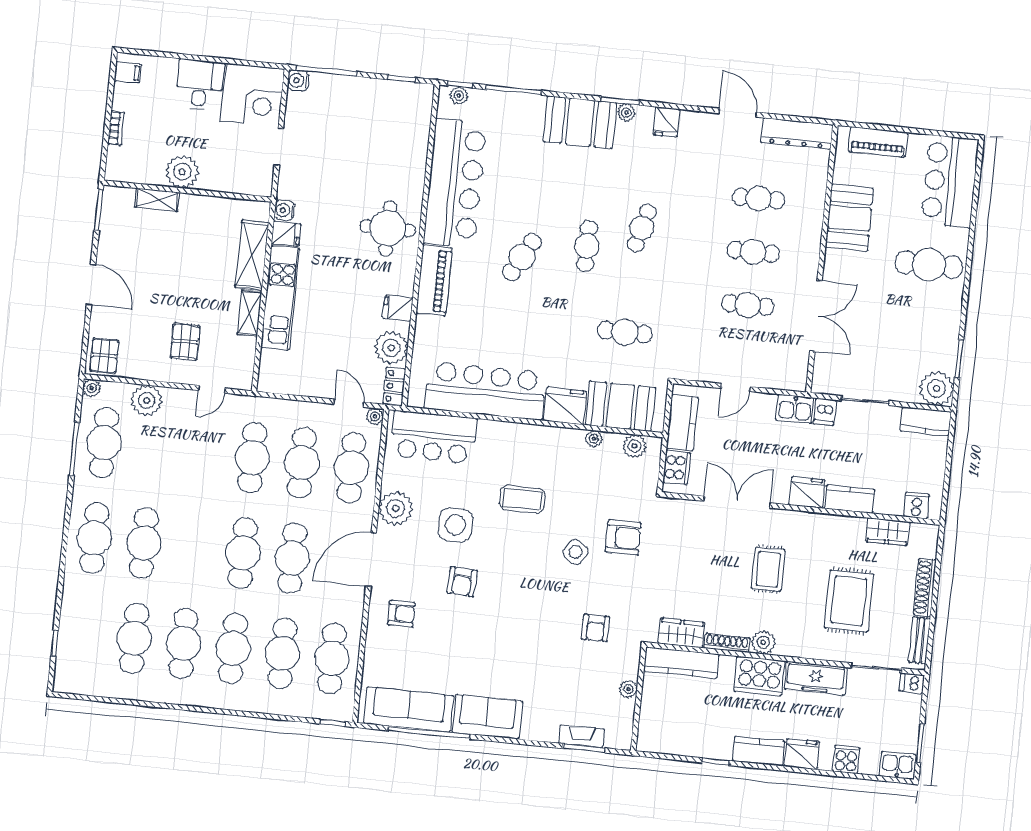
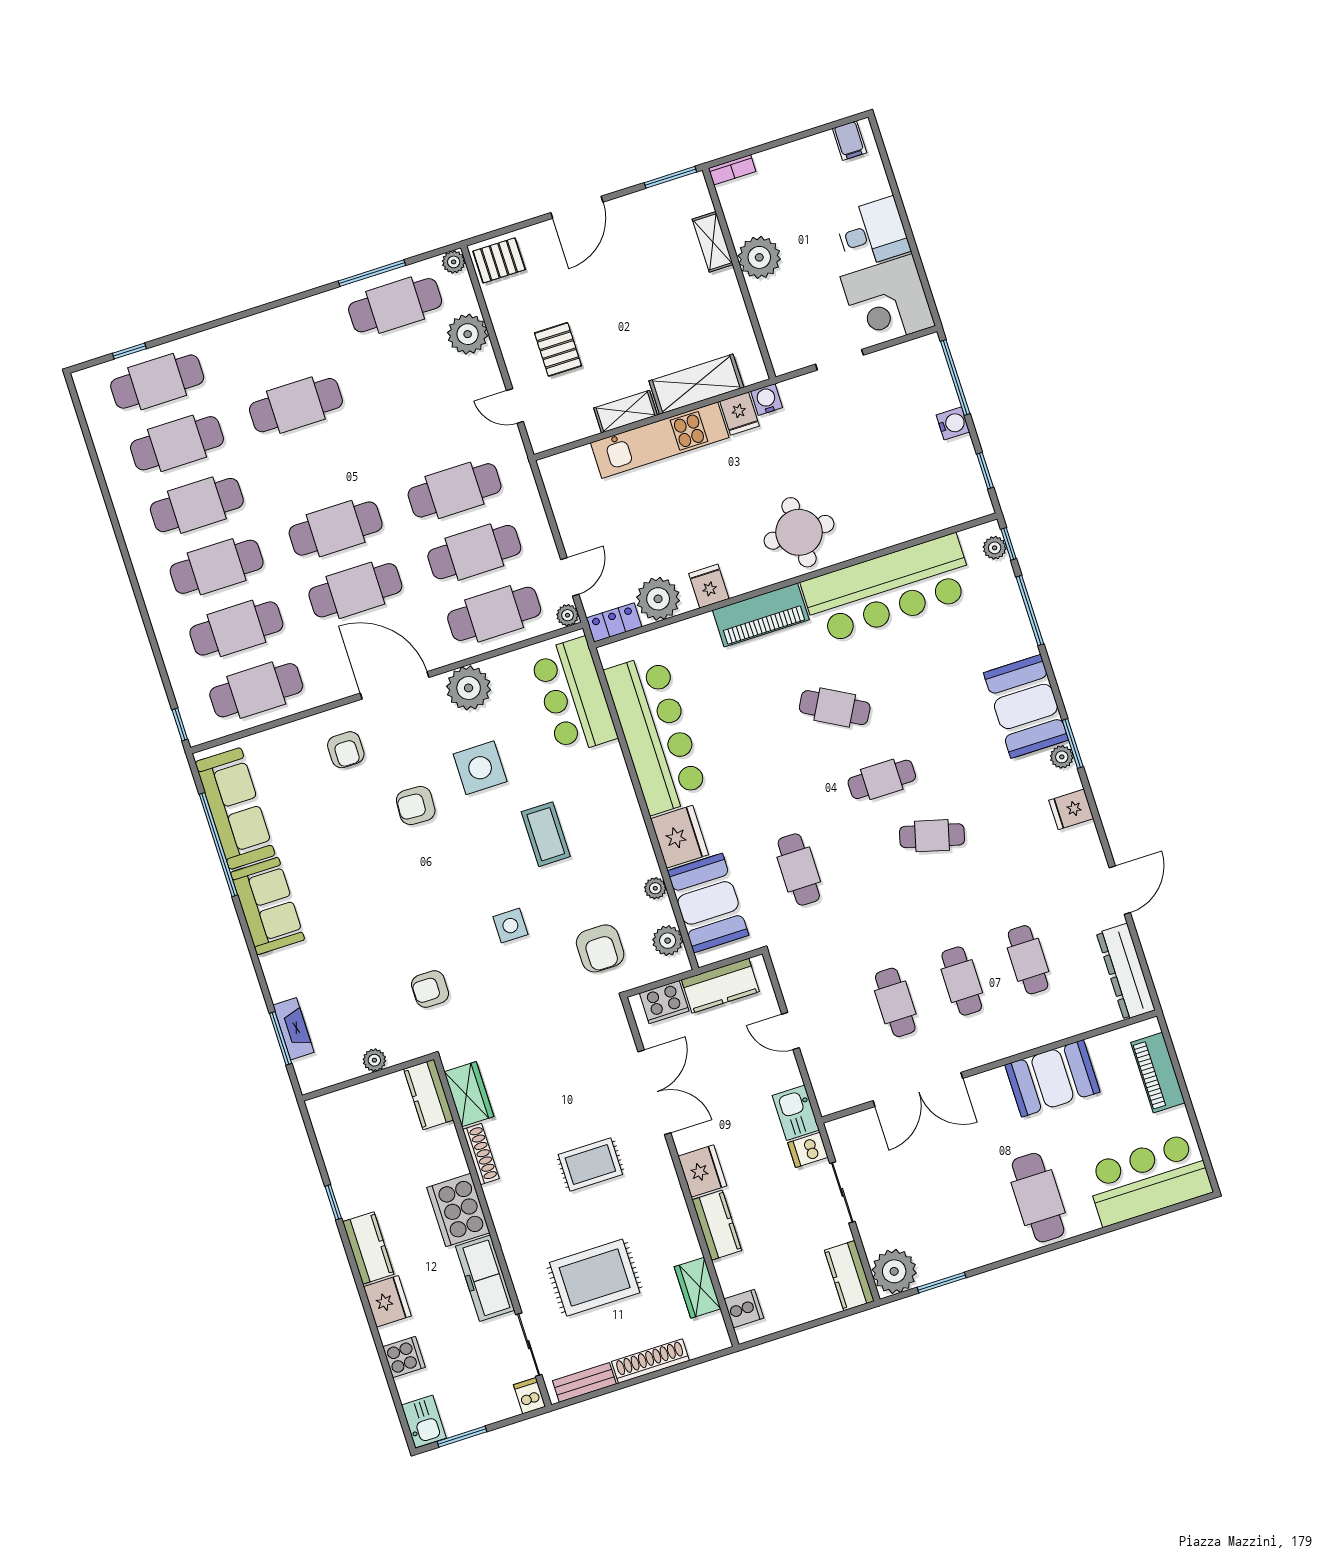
water cooler: (298, 81) -> (953, 423), moved, turned 90
bookcase: (116, 128) -> (732, 170), moved
pallet: (185, 342) -> (558, 349), turned 90
cafe table: (94, 538) -> (157, 382), moved
armchair: (623, 538) -> (600, 948), moved
side table: (576, 552) -> (510, 926), turned -34
plant: (763, 642) -> (500, 1197), removed
kitchen counter: (681, 663) -> (429, 1094), width x0.67

